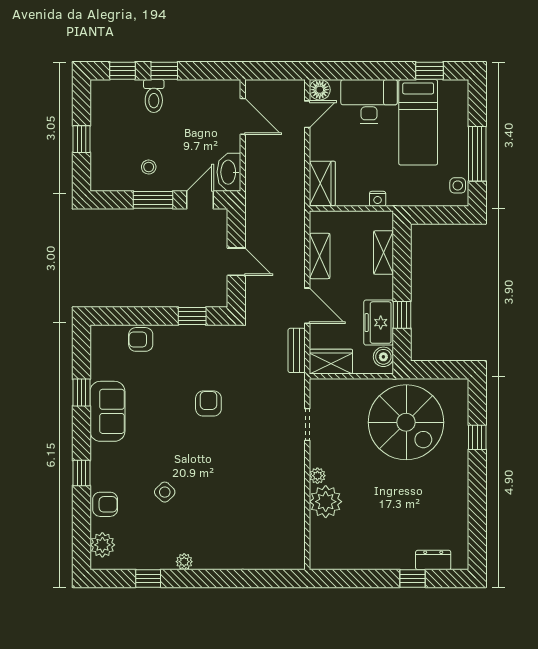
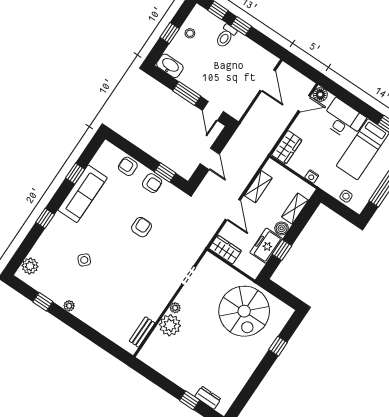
stool: (149, 167) -> (190, 33), moved
washbasin: (229, 172) -> (170, 66), moved, turned 90
side table: (458, 185) -> (346, 196), moved
door: (200, 200) -> (213, 111), swing flipped
bench: (297, 350) -> (142, 332), moved
boiler: (383, 357) -> (282, 228), moved
sofa: (107, 411) -> (83, 194), width x1.36
armchair: (105, 504) -> (152, 183), moved

